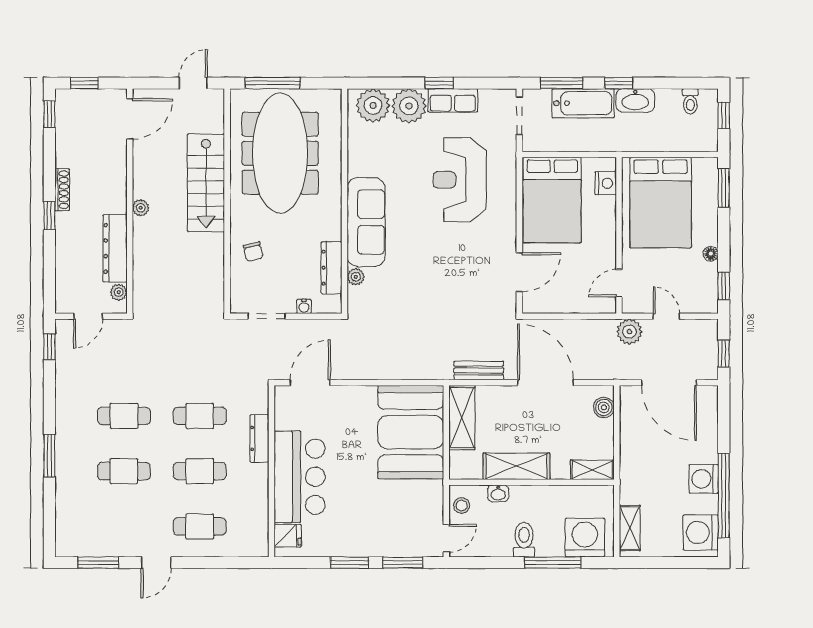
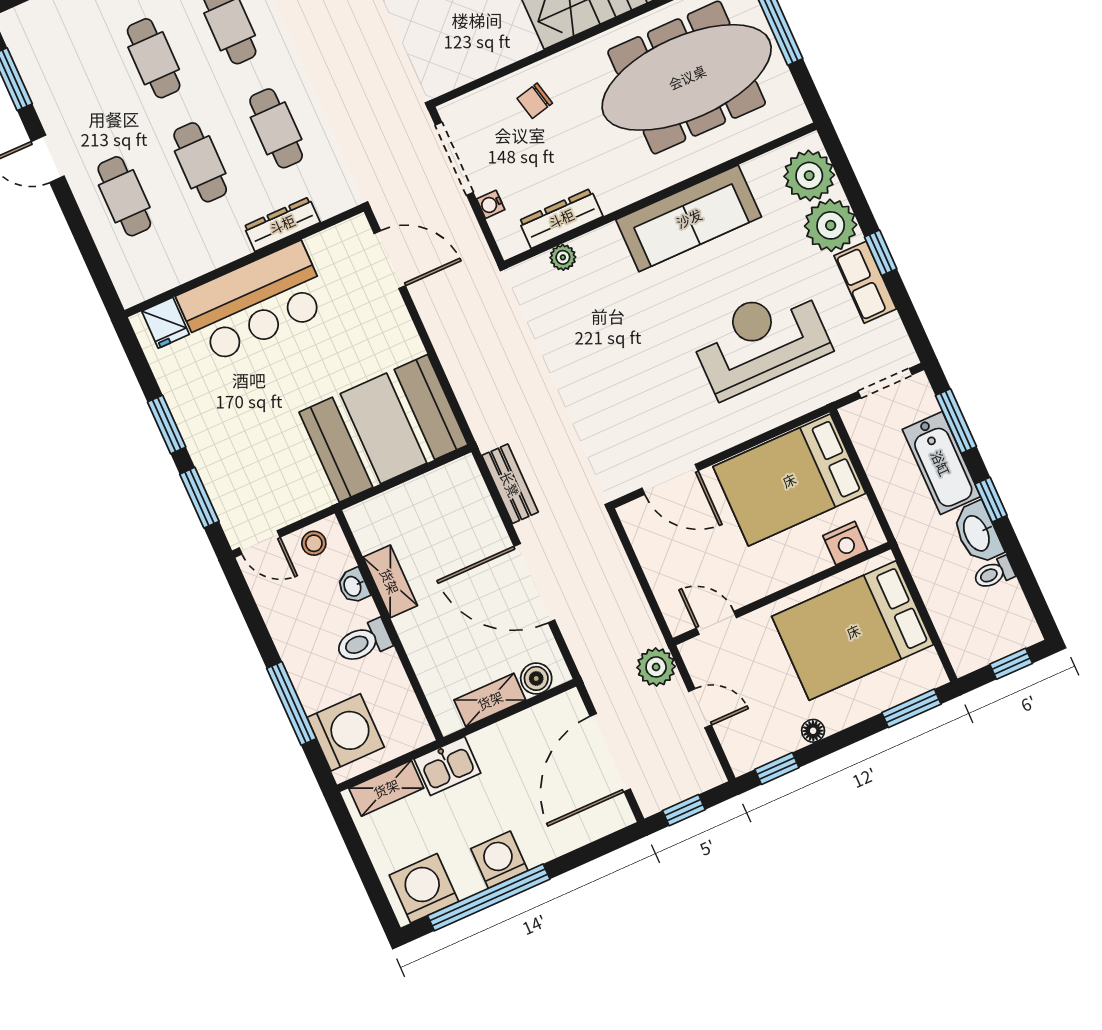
toilet: (690, 101) -> (994, 573), moved
sofa: (366, 222) -> (689, 218), moved
doorway: (266, 316) -> (454, 159), width x1.38
door: (666, 316) -> (700, 708), hinge flipped
door: (546, 383) -> (534, 583), swing flipped
shelving: (462, 418) -> (435, 490), removed
shelving: (516, 466) -> (390, 581), width x0.67, depth x0.75
shelving: (592, 470) -> (490, 700), moved, turned 90
kitchen sink: (633, 485) -> (447, 766), added
toilet: (524, 540) -> (363, 642), moved, turned 180

